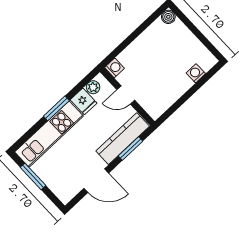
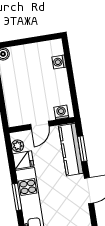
washing machine: (114, 68) -> (61, 112), moved
window: (56, 108) -> (17, 197), moved

